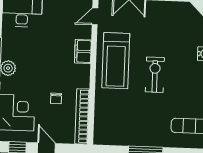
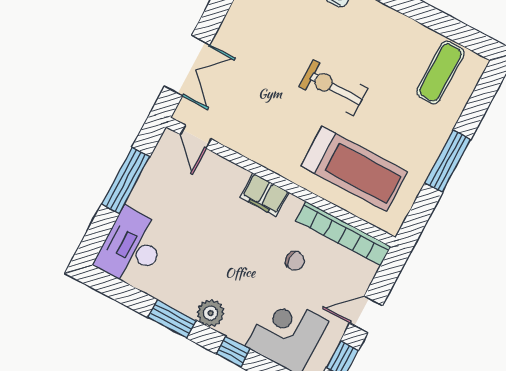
filing cabinet: (83, 51) -> (265, 195), moved
treadmill: (116, 61) -> (354, 169), moved

